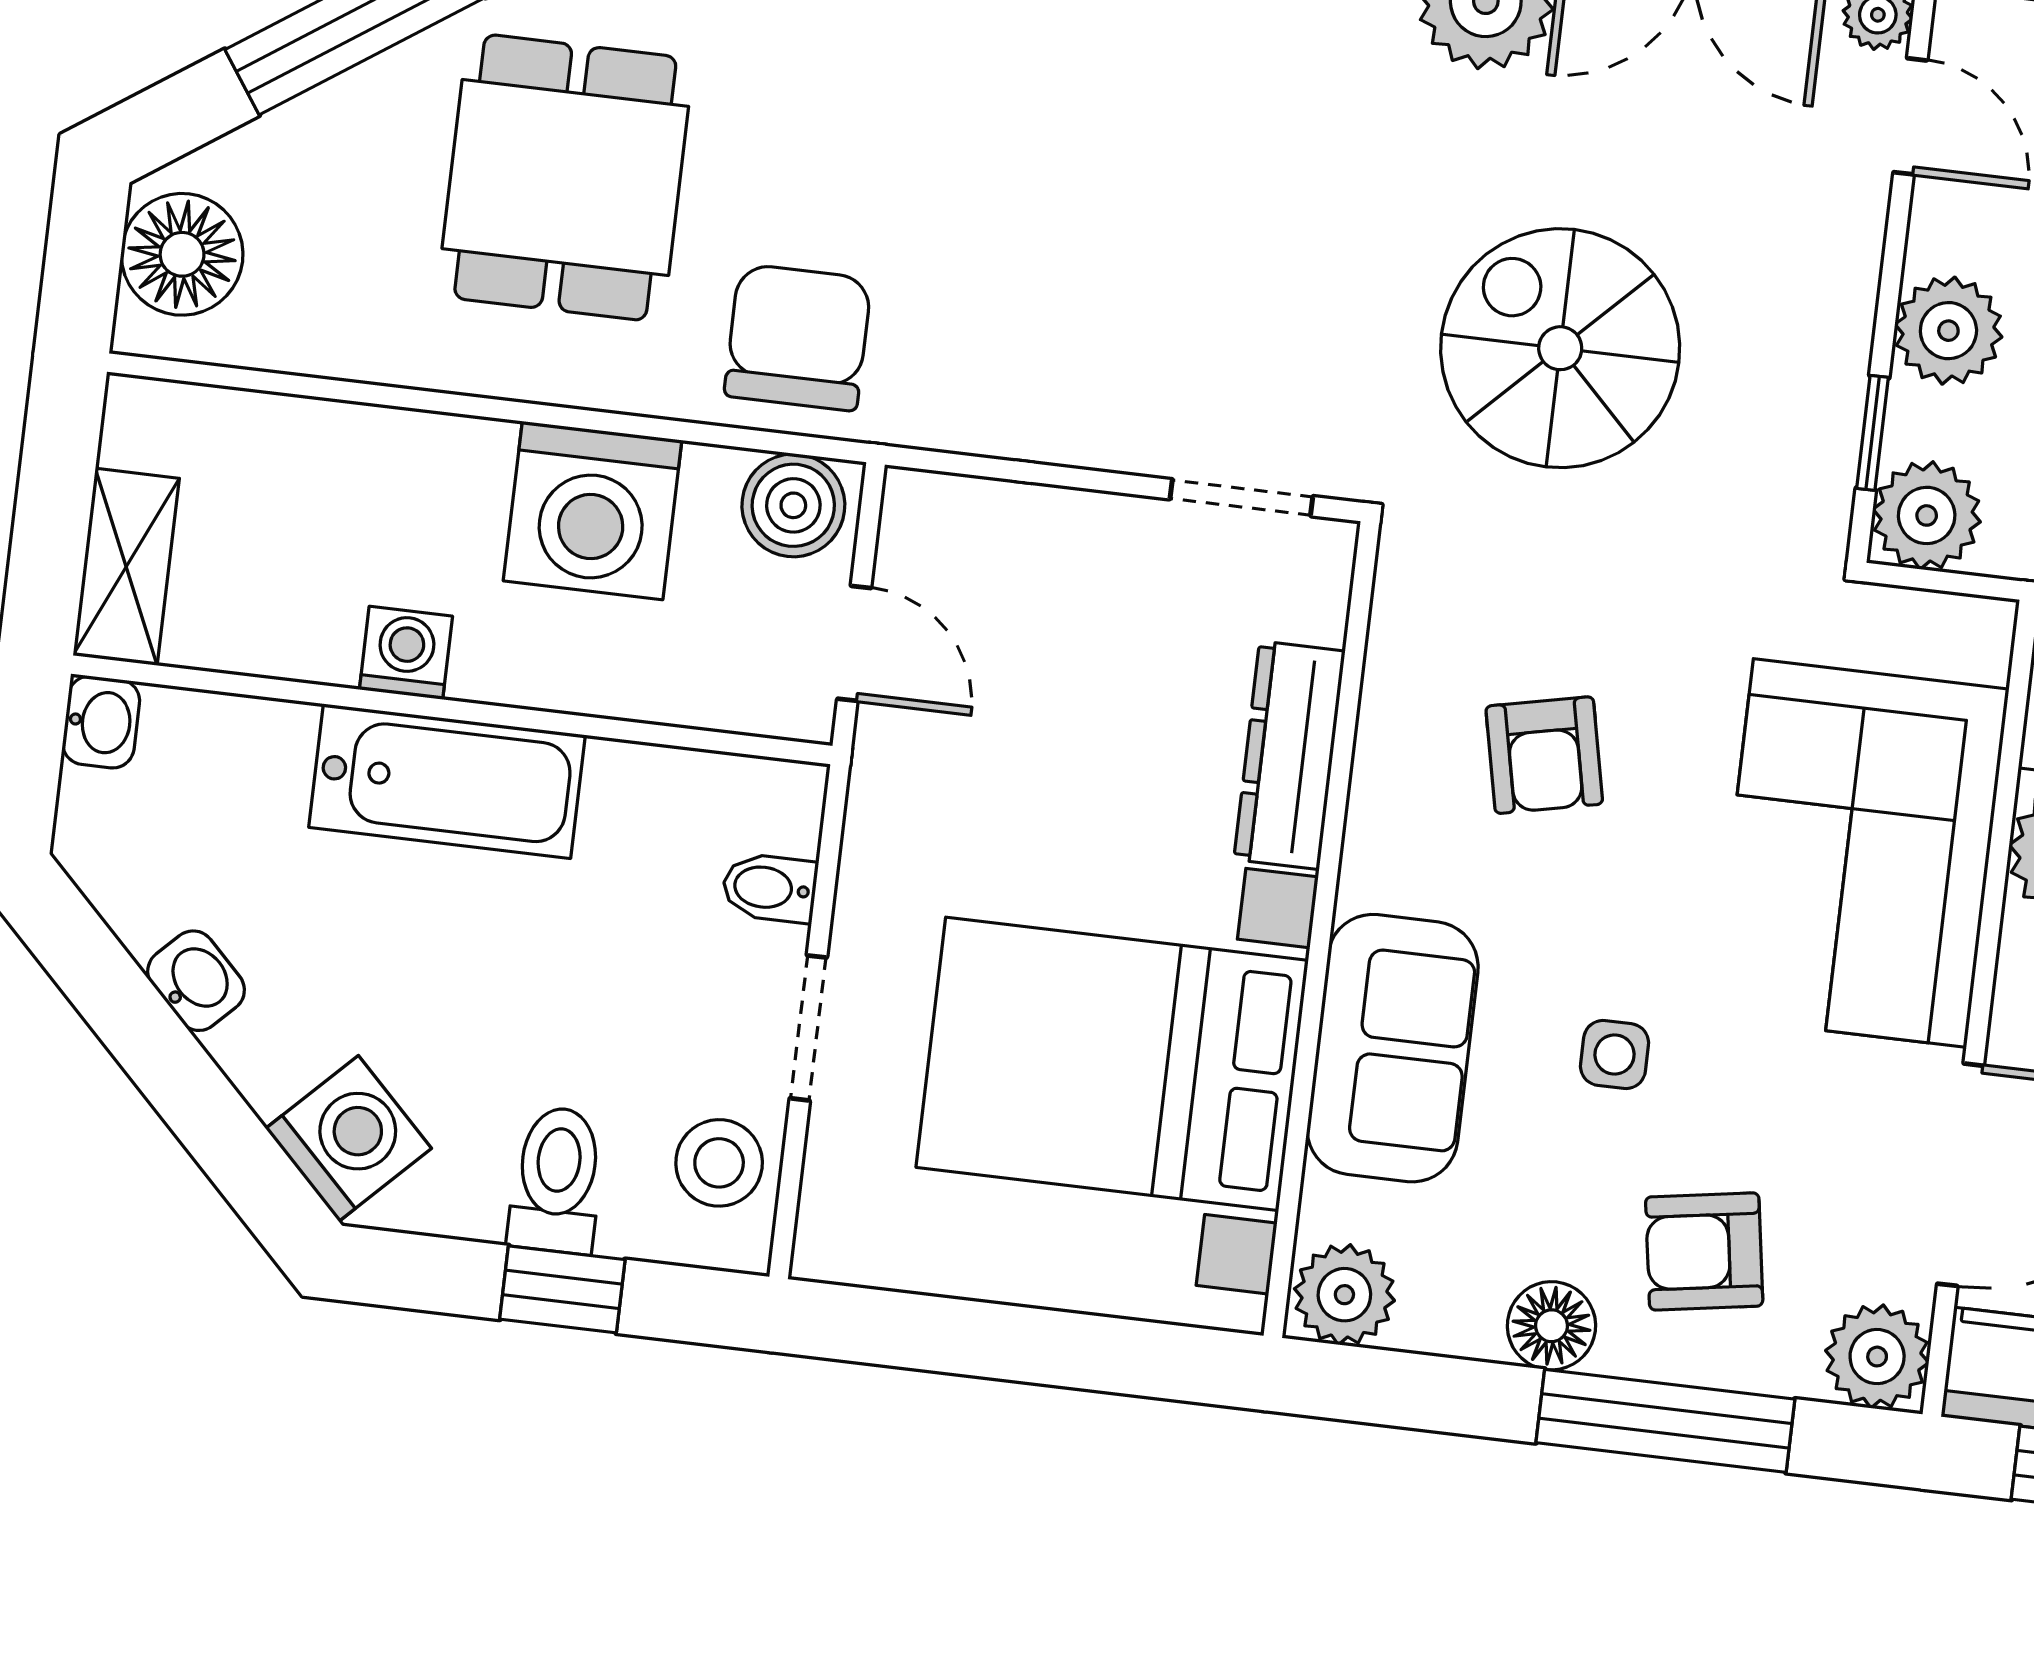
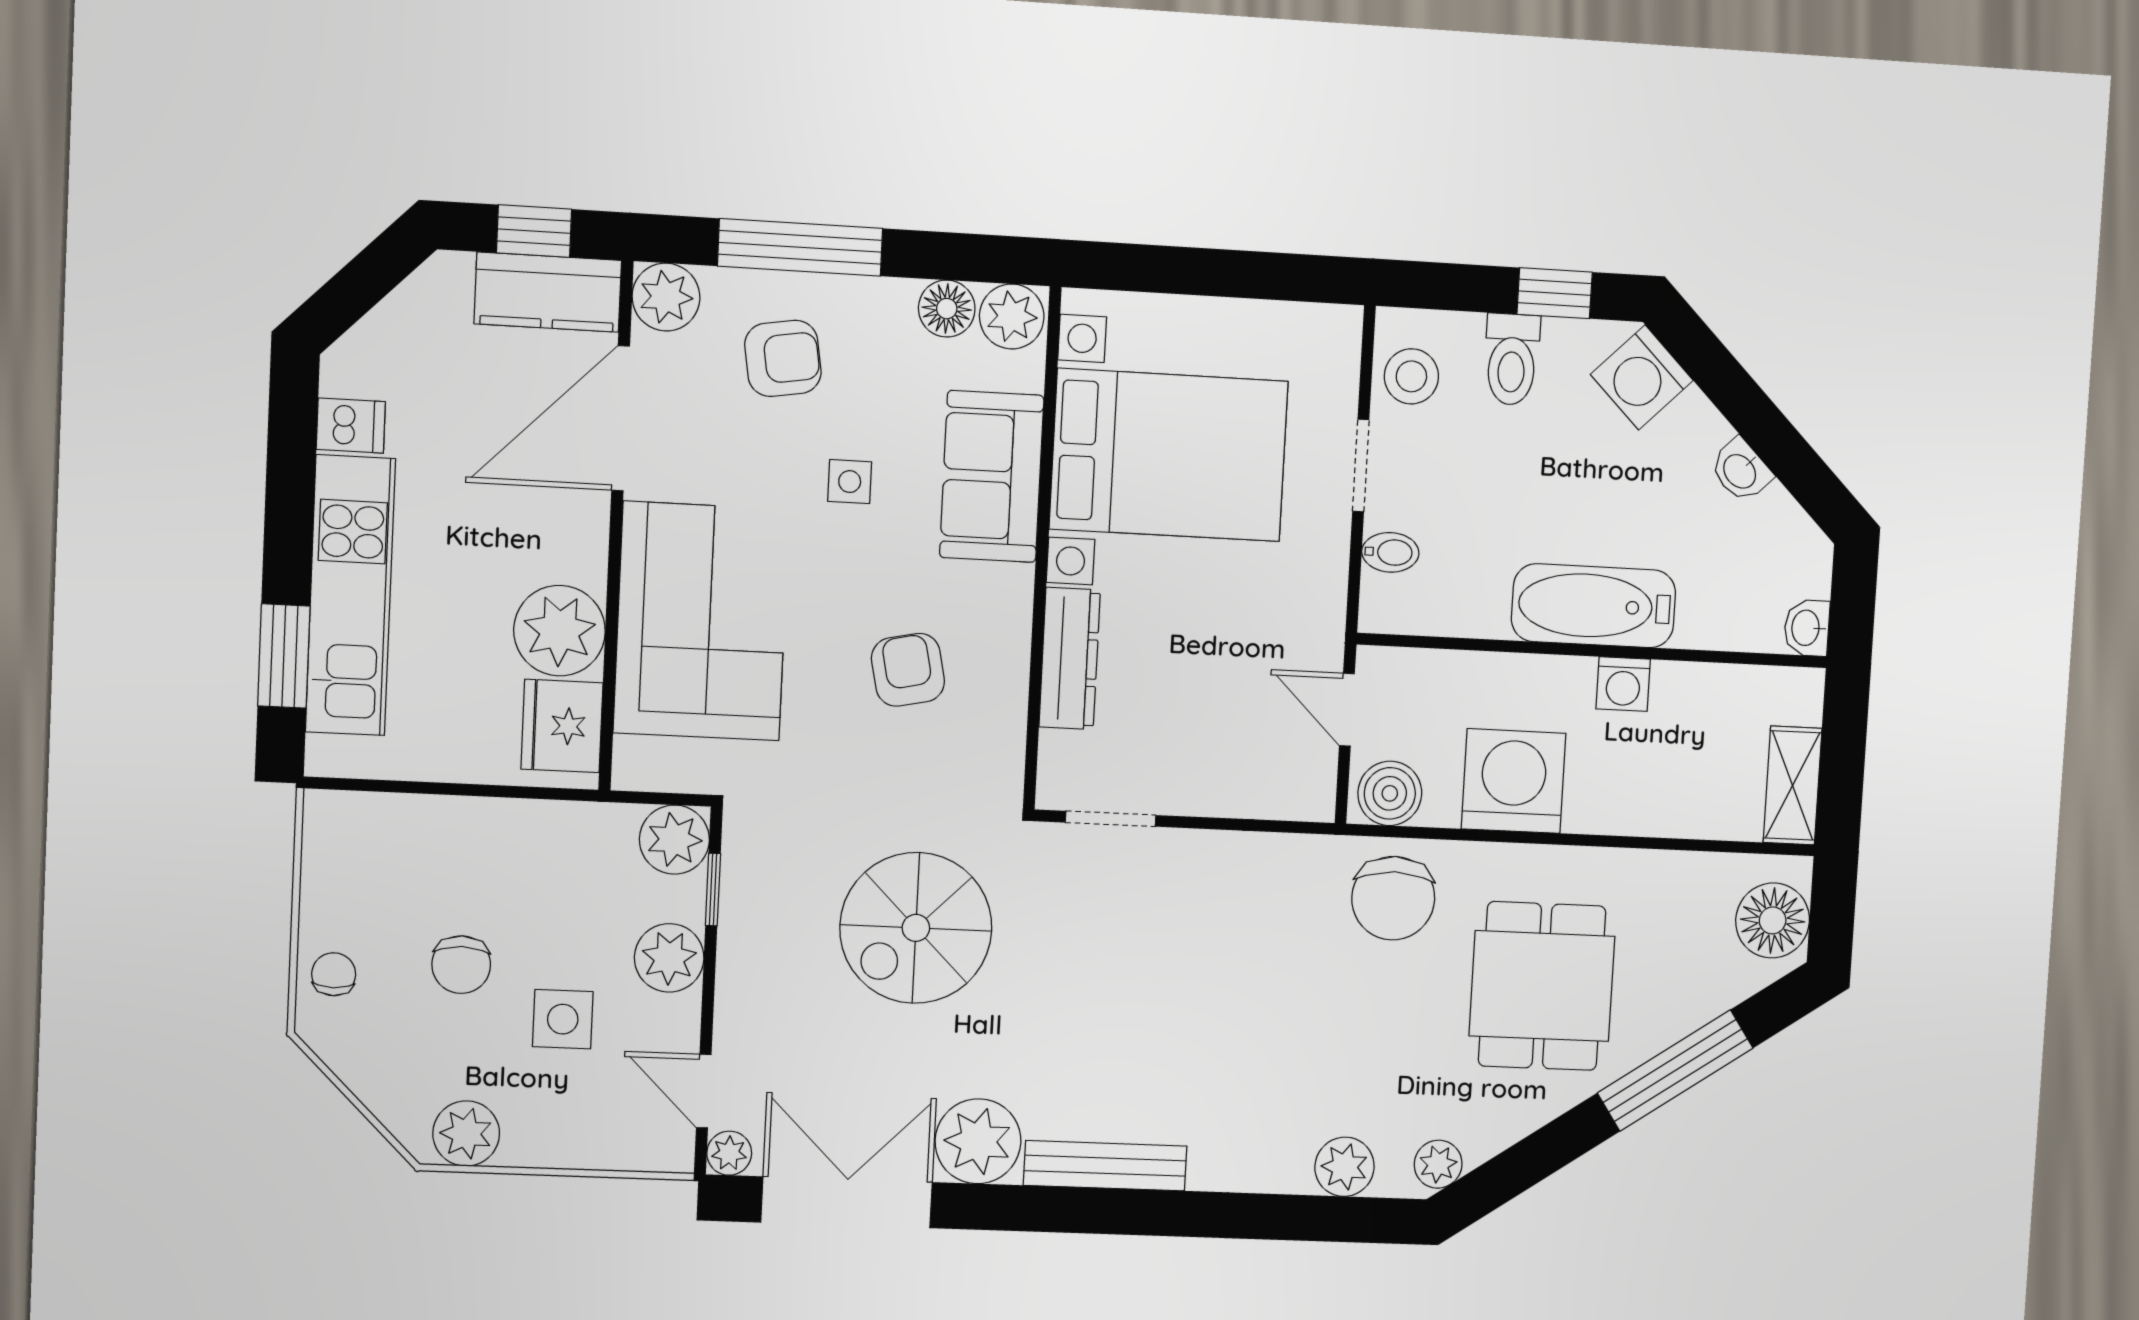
spiral stairs: (1560, 348) -> (916, 928), turned 90
shelving: (126, 567) -> (1793, 785), moved
window: (562, 1289) -> (1555, 293), moved
floor lamp: (1551, 1326) -> (947, 309), moved

